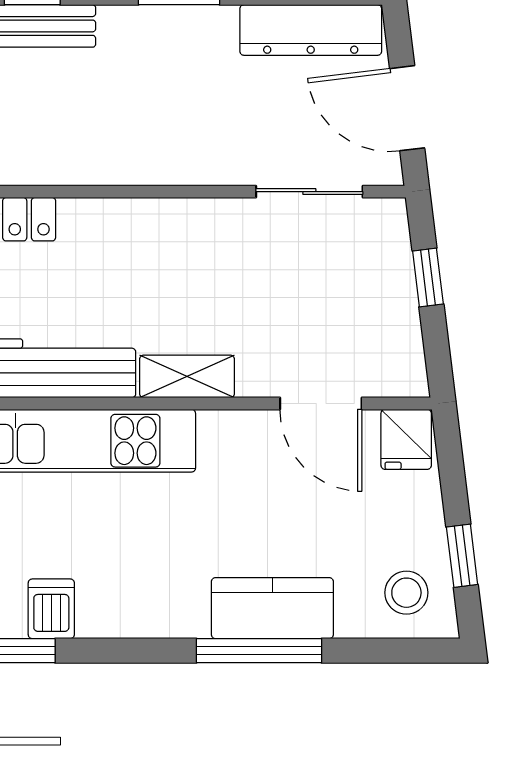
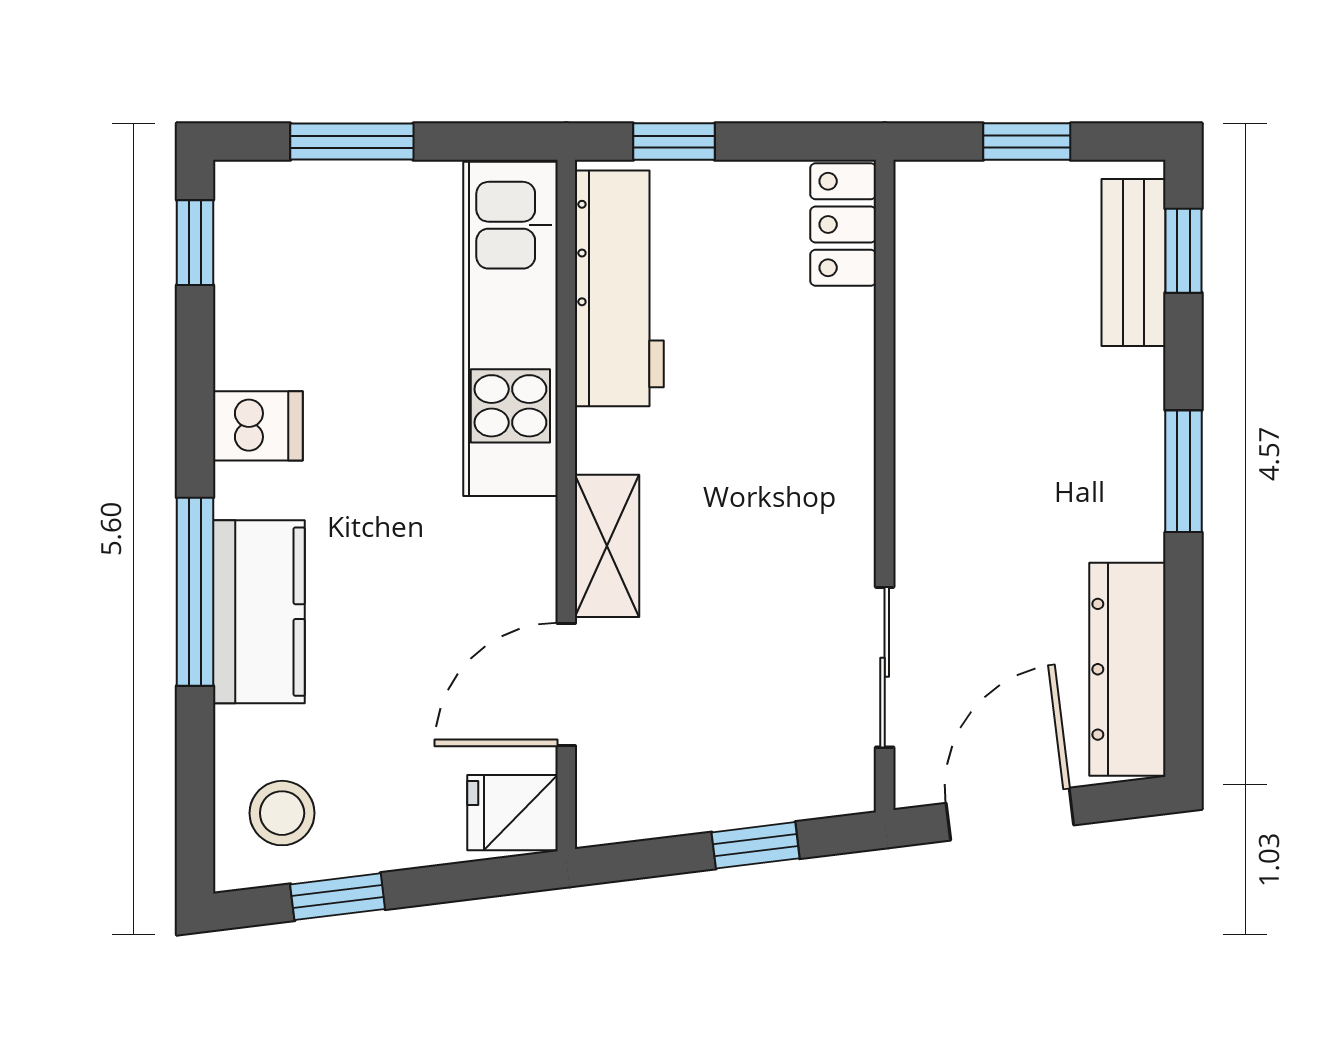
shelving: (187, 376) -> (607, 546), moved
dishwasher: (51, 609) -> (258, 426), moved

